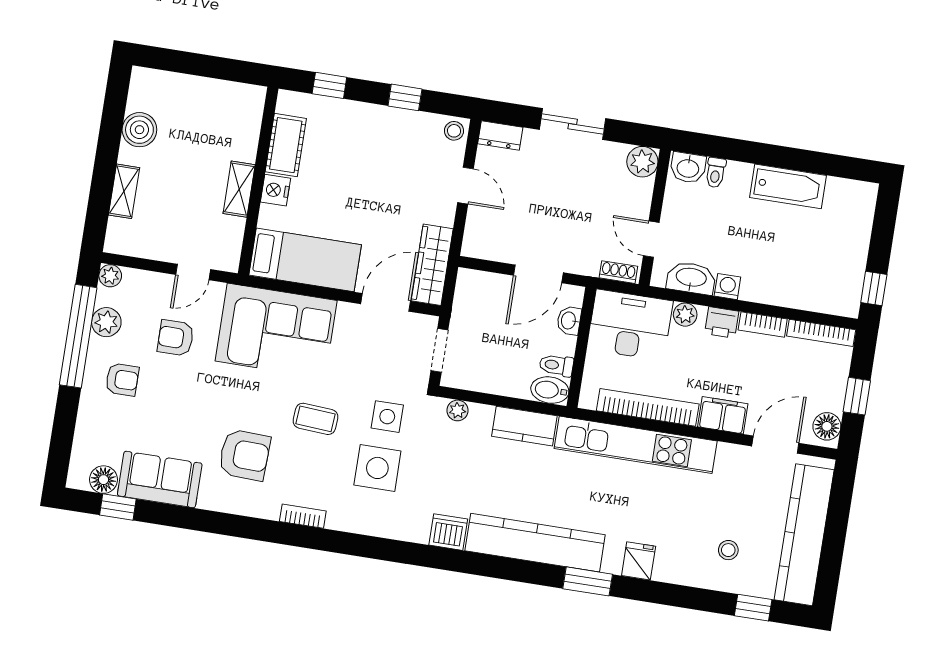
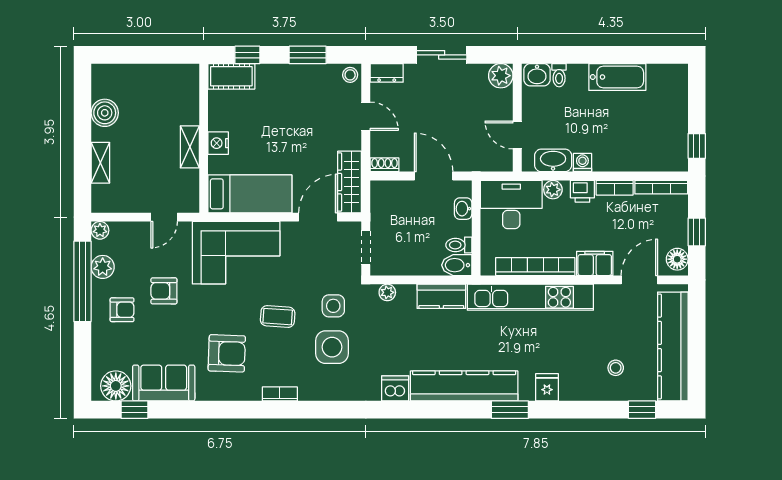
window: (405, 97) -> (308, 55), width x1.50
cot: (286, 145) -> (231, 76), moved, turned 90
shoe rack: (618, 272) -> (385, 165), moved
door: (538, 274) -> (434, 176), swing flipped
armchair: (176, 338) -> (164, 291), moved
floor lamp: (104, 480) -> (116, 386), width x1.38, depth x1.38

